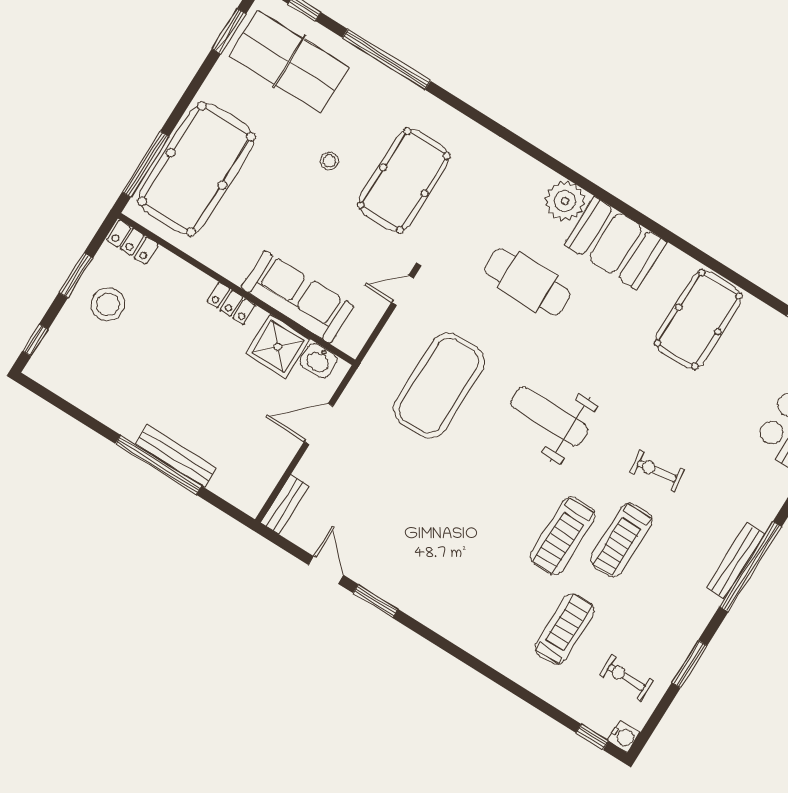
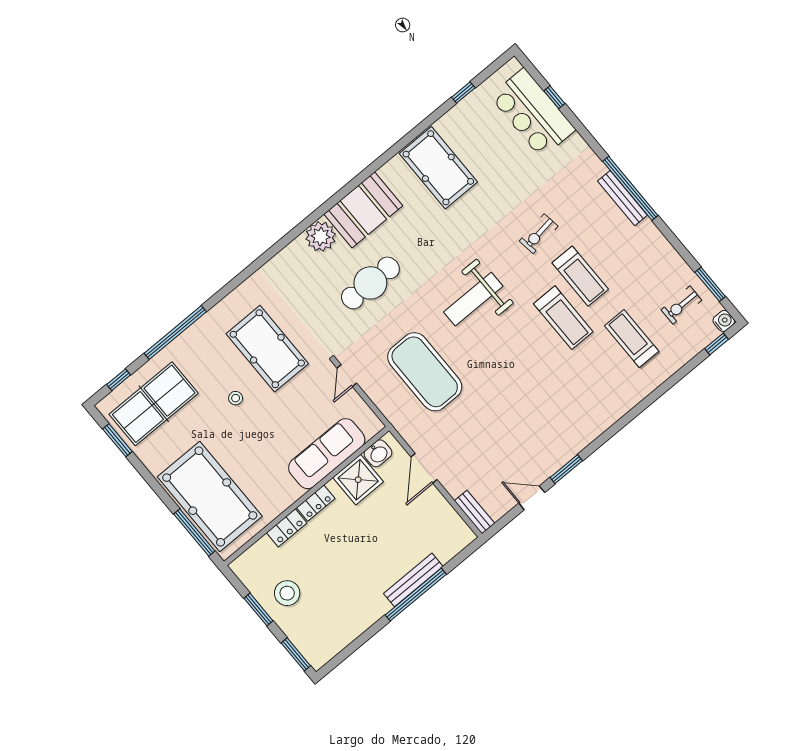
locker: (132, 242) -> (287, 528), moved
window: (35, 340) -> (296, 654), width x1.50
window: (689, 664) -> (710, 284), moved

